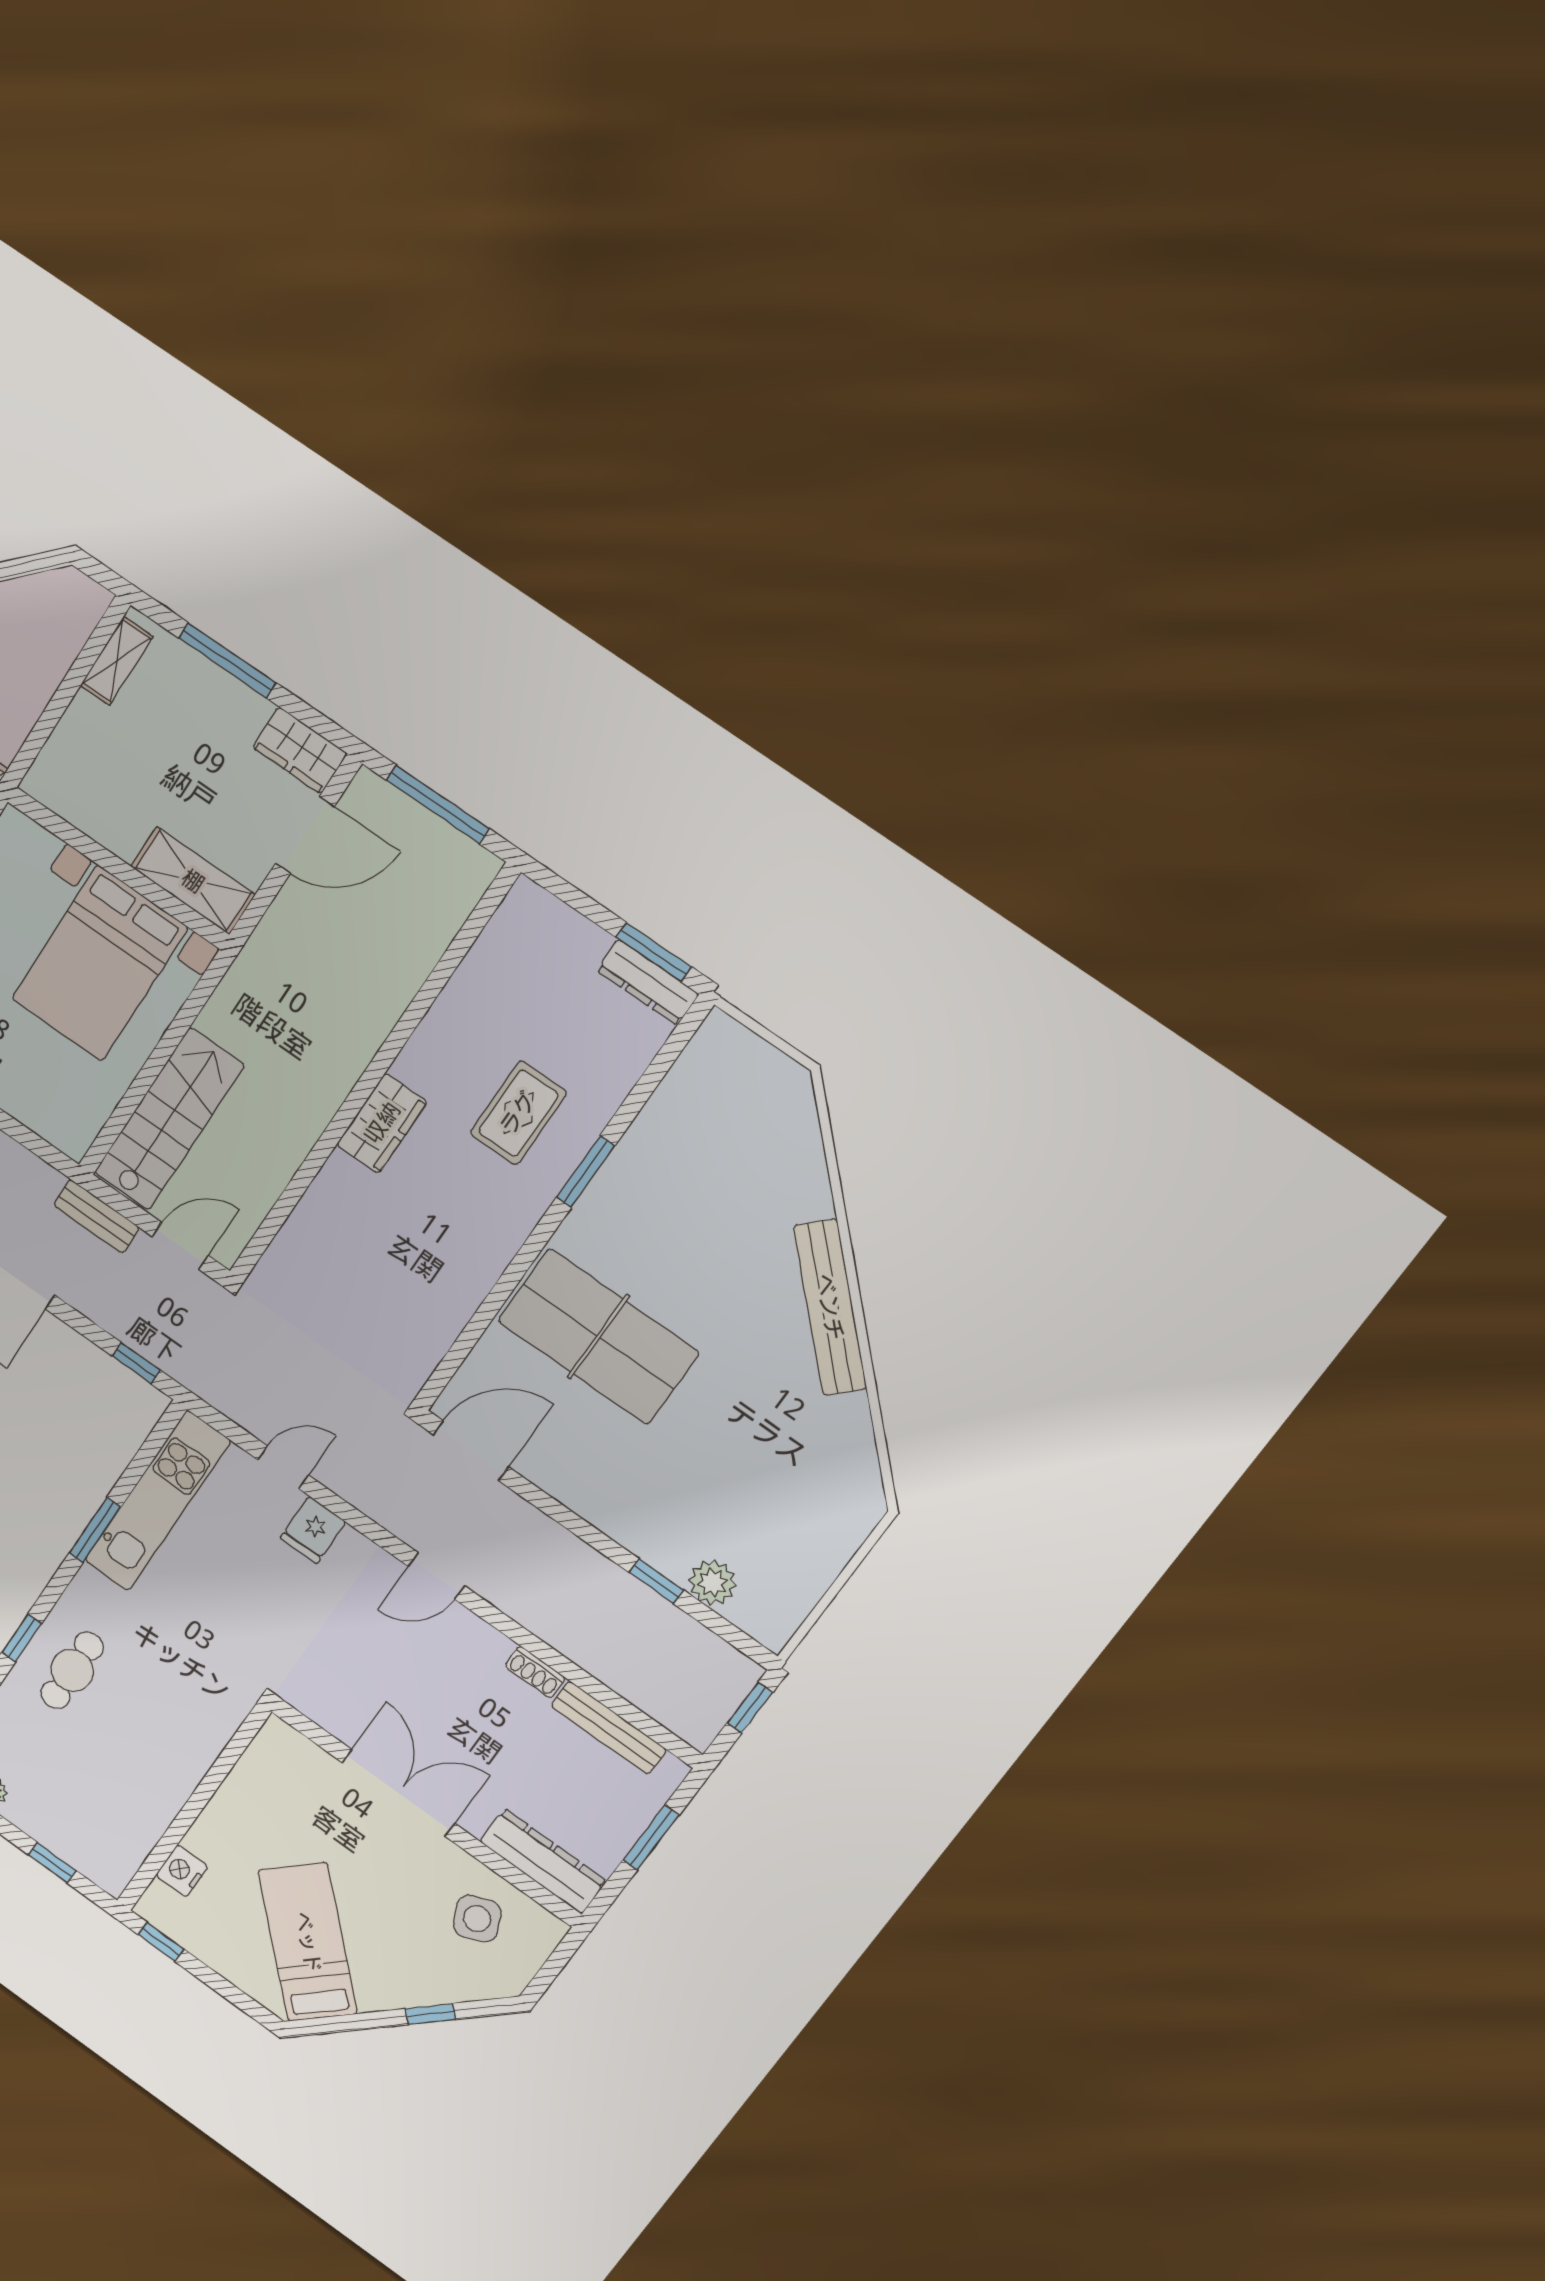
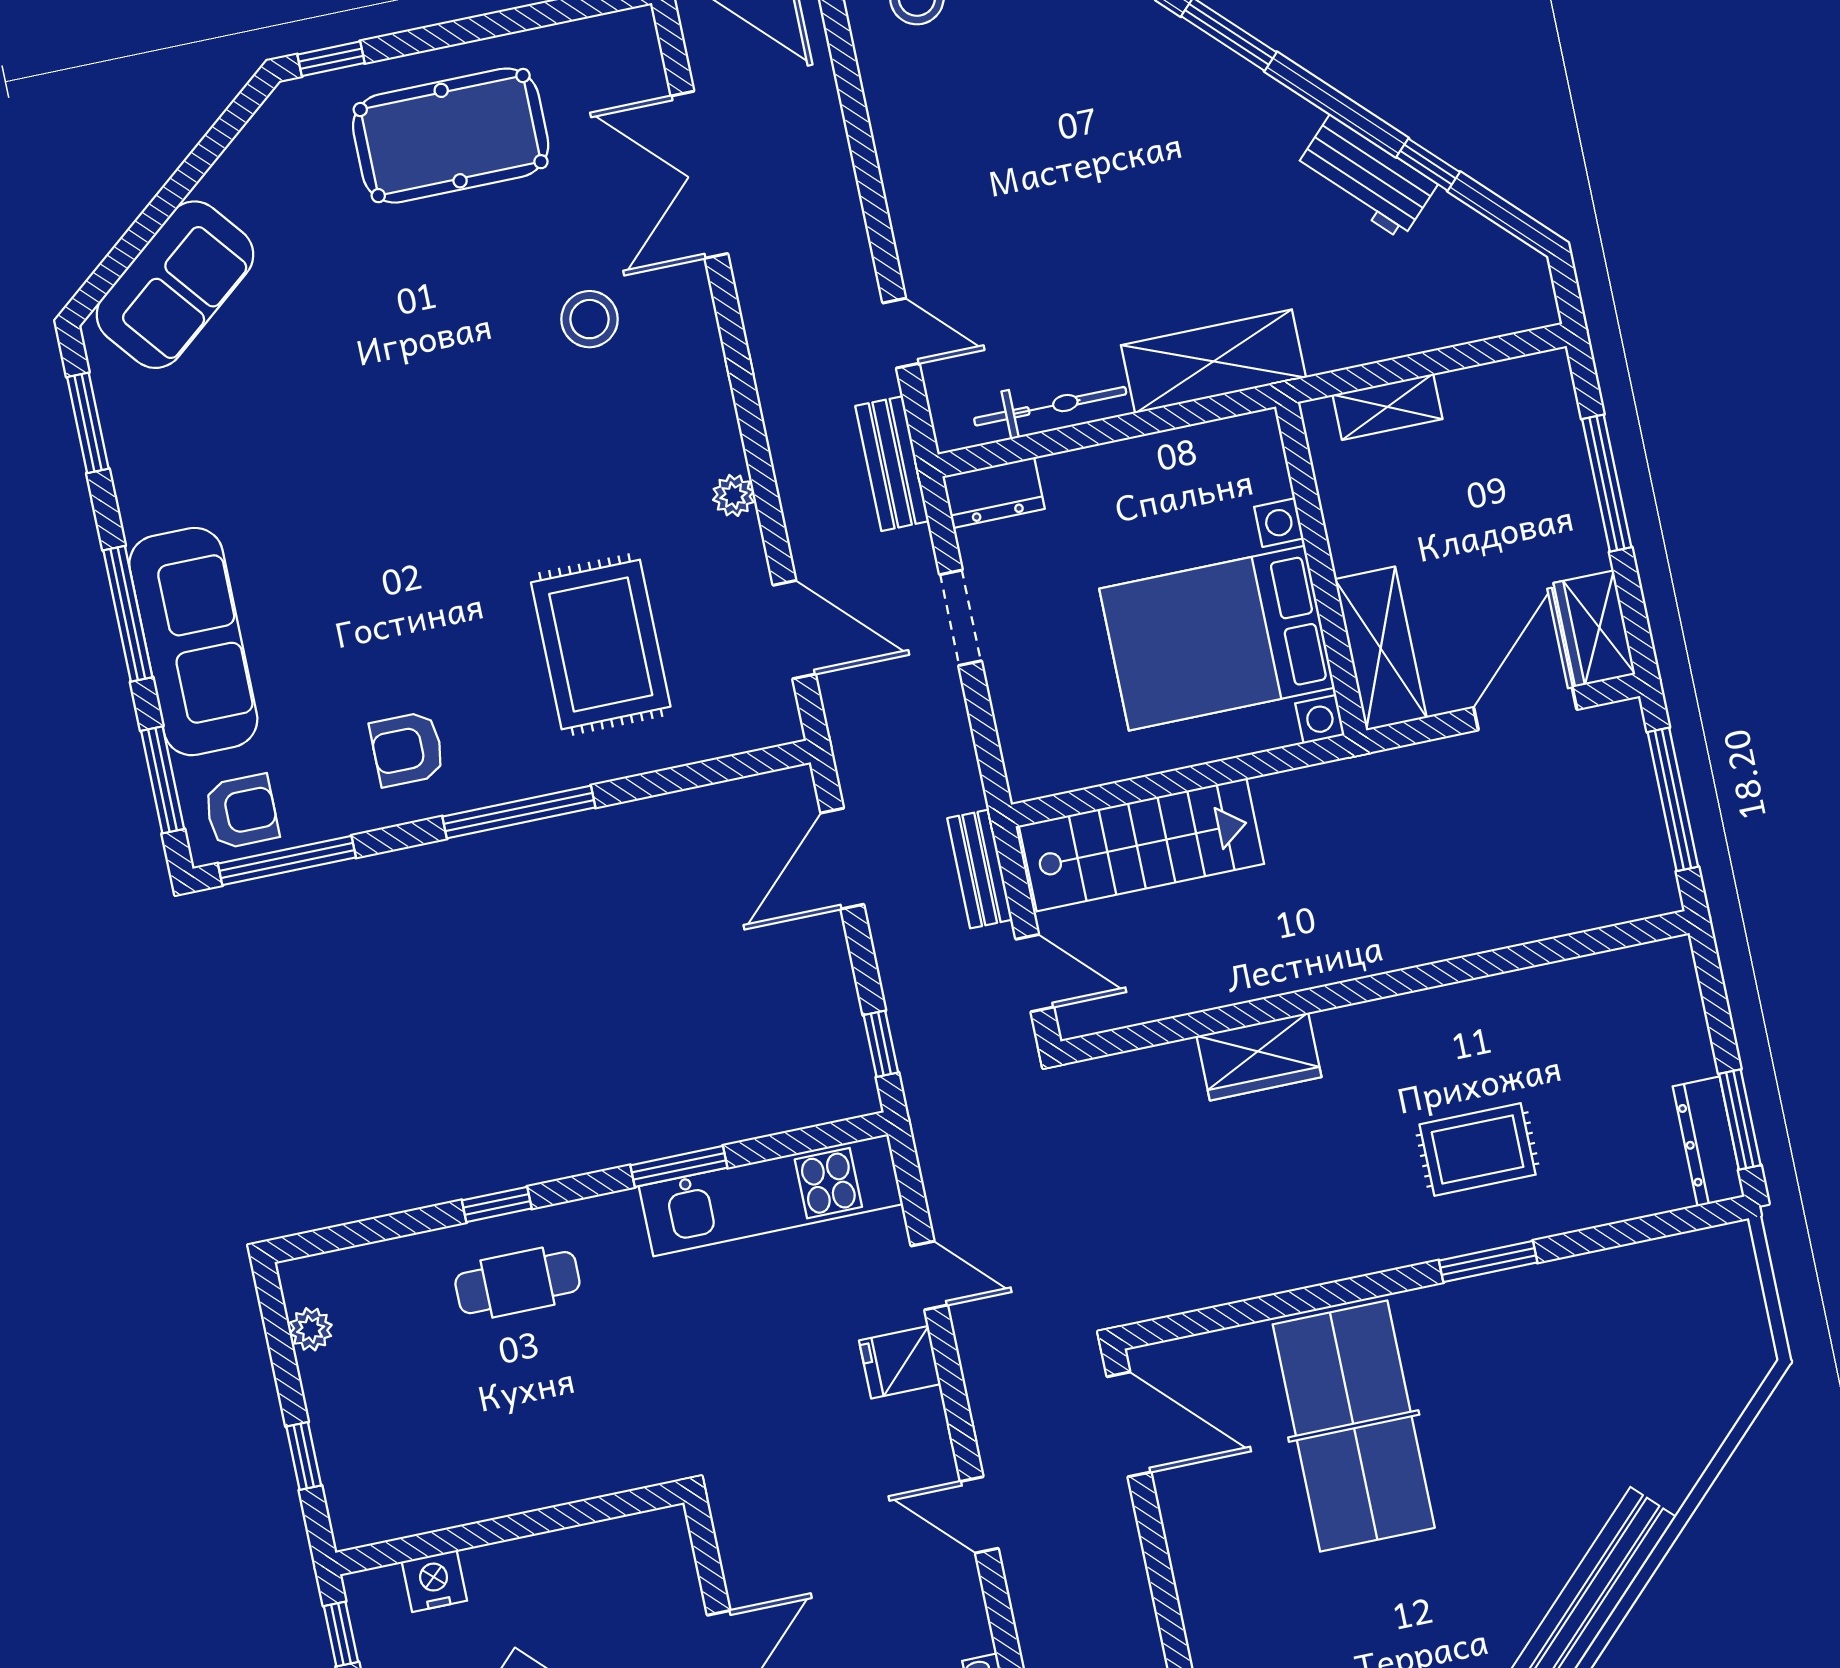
shelving: (117, 661) -> (1388, 407), moved
door: (305, 835) -> (1525, 709), swing flipped
wardrobe: (382, 1123) -> (1259, 1057), moved

